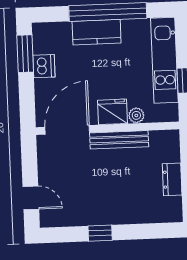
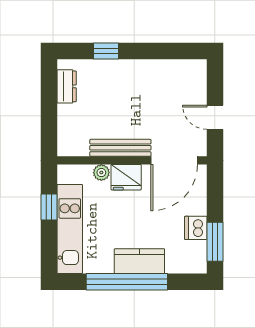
dresser: (172, 179) -> (67, 86), moved
door: (31, 198) -> (215, 117), moved
window: (100, 233) -> (106, 51), moved

